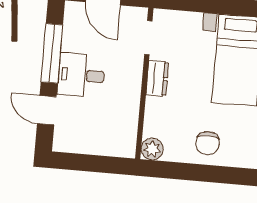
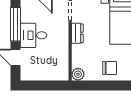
chair: (208, 143) -> (110, 68), turned -90

